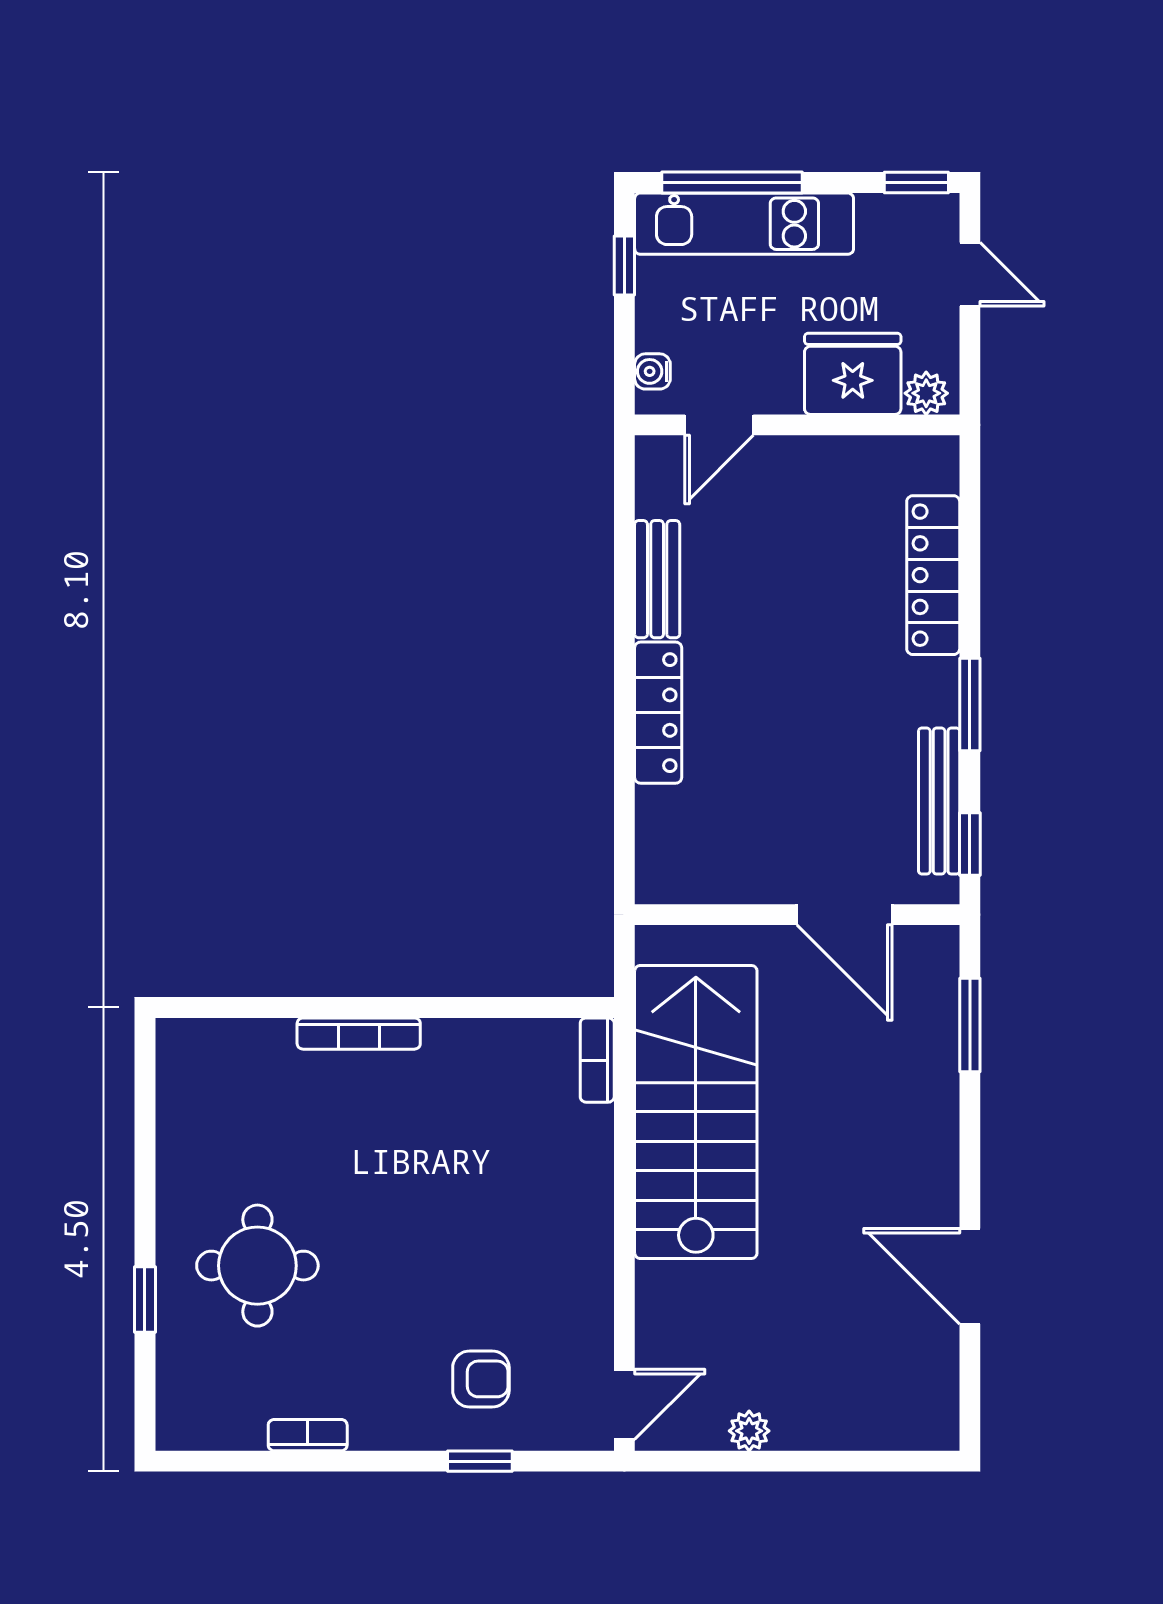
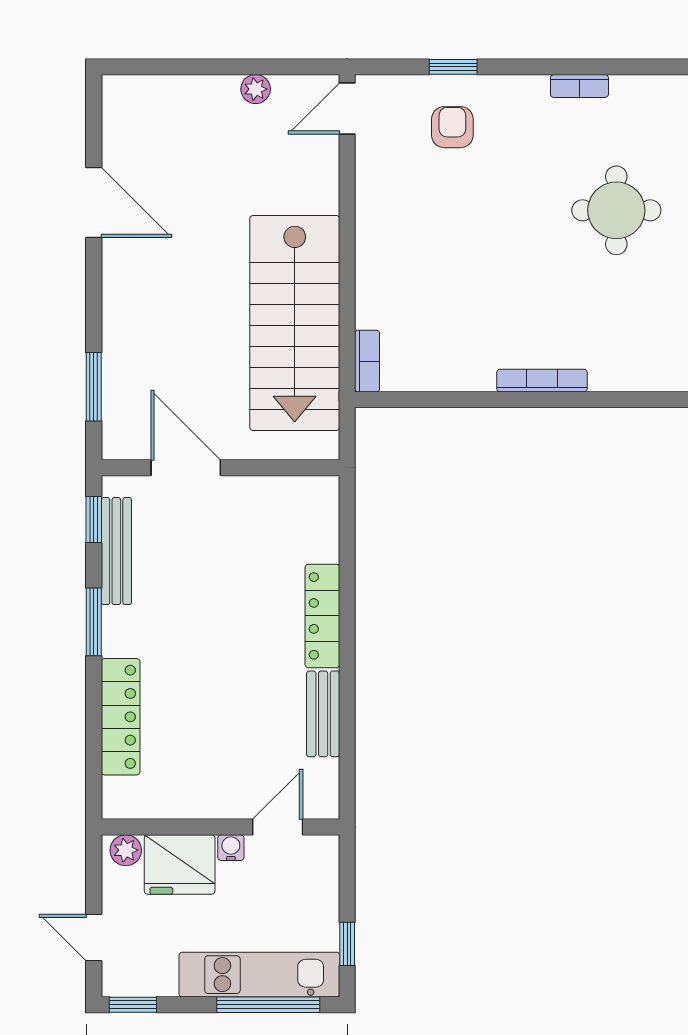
water cooler: (652, 371) -> (231, 848), moved, turned -90
armchair: (481, 1379) -> (452, 127), turned 90

